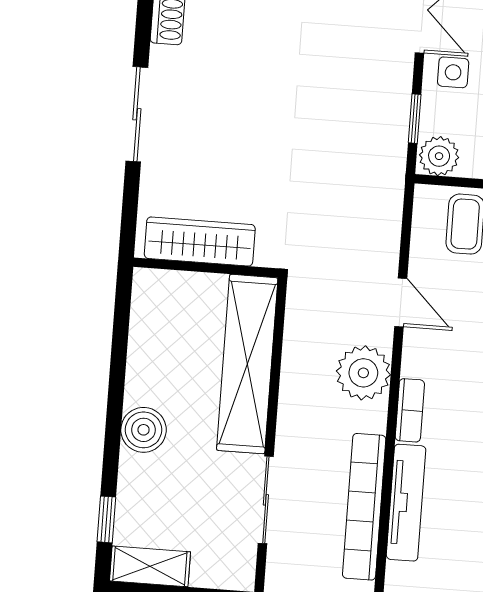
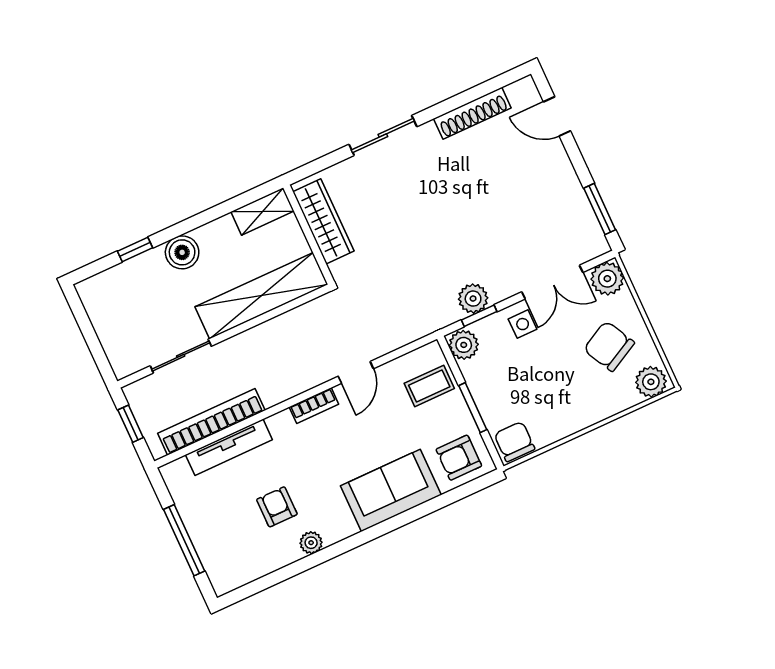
plant: (363, 373) -> (473, 299), moved, width x0.73, depth x0.73
bookcase: (410, 410) -> (314, 406), moved
window: (106, 519) -> (135, 249), moved
shelving: (150, 566) -> (263, 211), moved, turned 90

